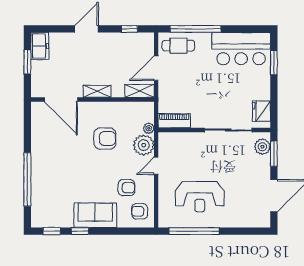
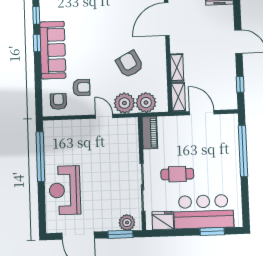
cafe table: (178, 46) -> (177, 174), moved, turned 90
bar counter: (241, 49) -> (204, 212), moved, turned 90
shelving: (97, 91) -> (177, 68), moved
plant: (149, 128) -> (146, 103), width x1.88, depth x1.88
armchair: (105, 138) -> (130, 64), turned 152
armchair: (126, 188) -> (81, 88), turned -90
reception desk: (200, 197) -> (65, 190), moved
sofa: (95, 215) -> (53, 50), width x1.36

